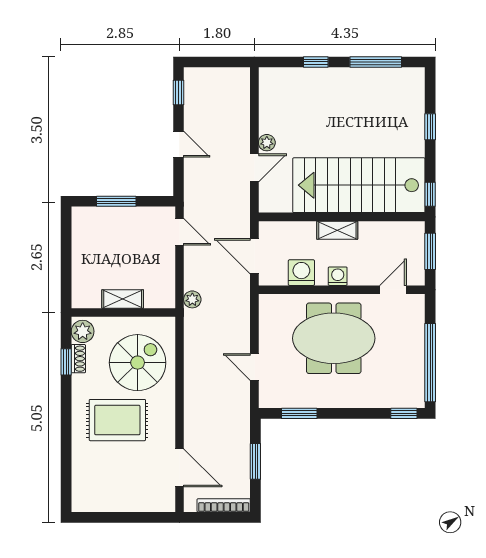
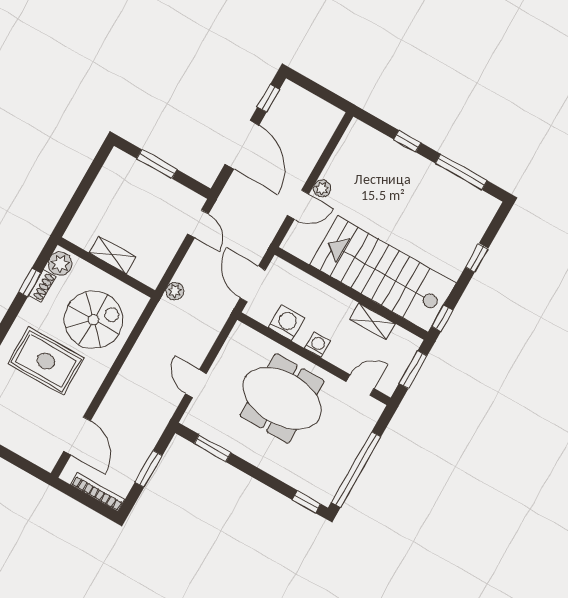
door: (178, 144) -> (242, 145), width x1.87
shelving: (337, 230) -> (372, 321), moved

